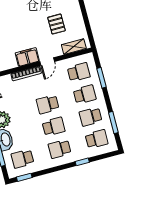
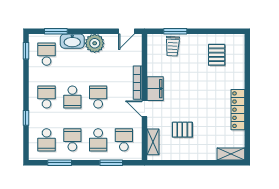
school desk: (79, 72) -> (124, 140), turned 180

